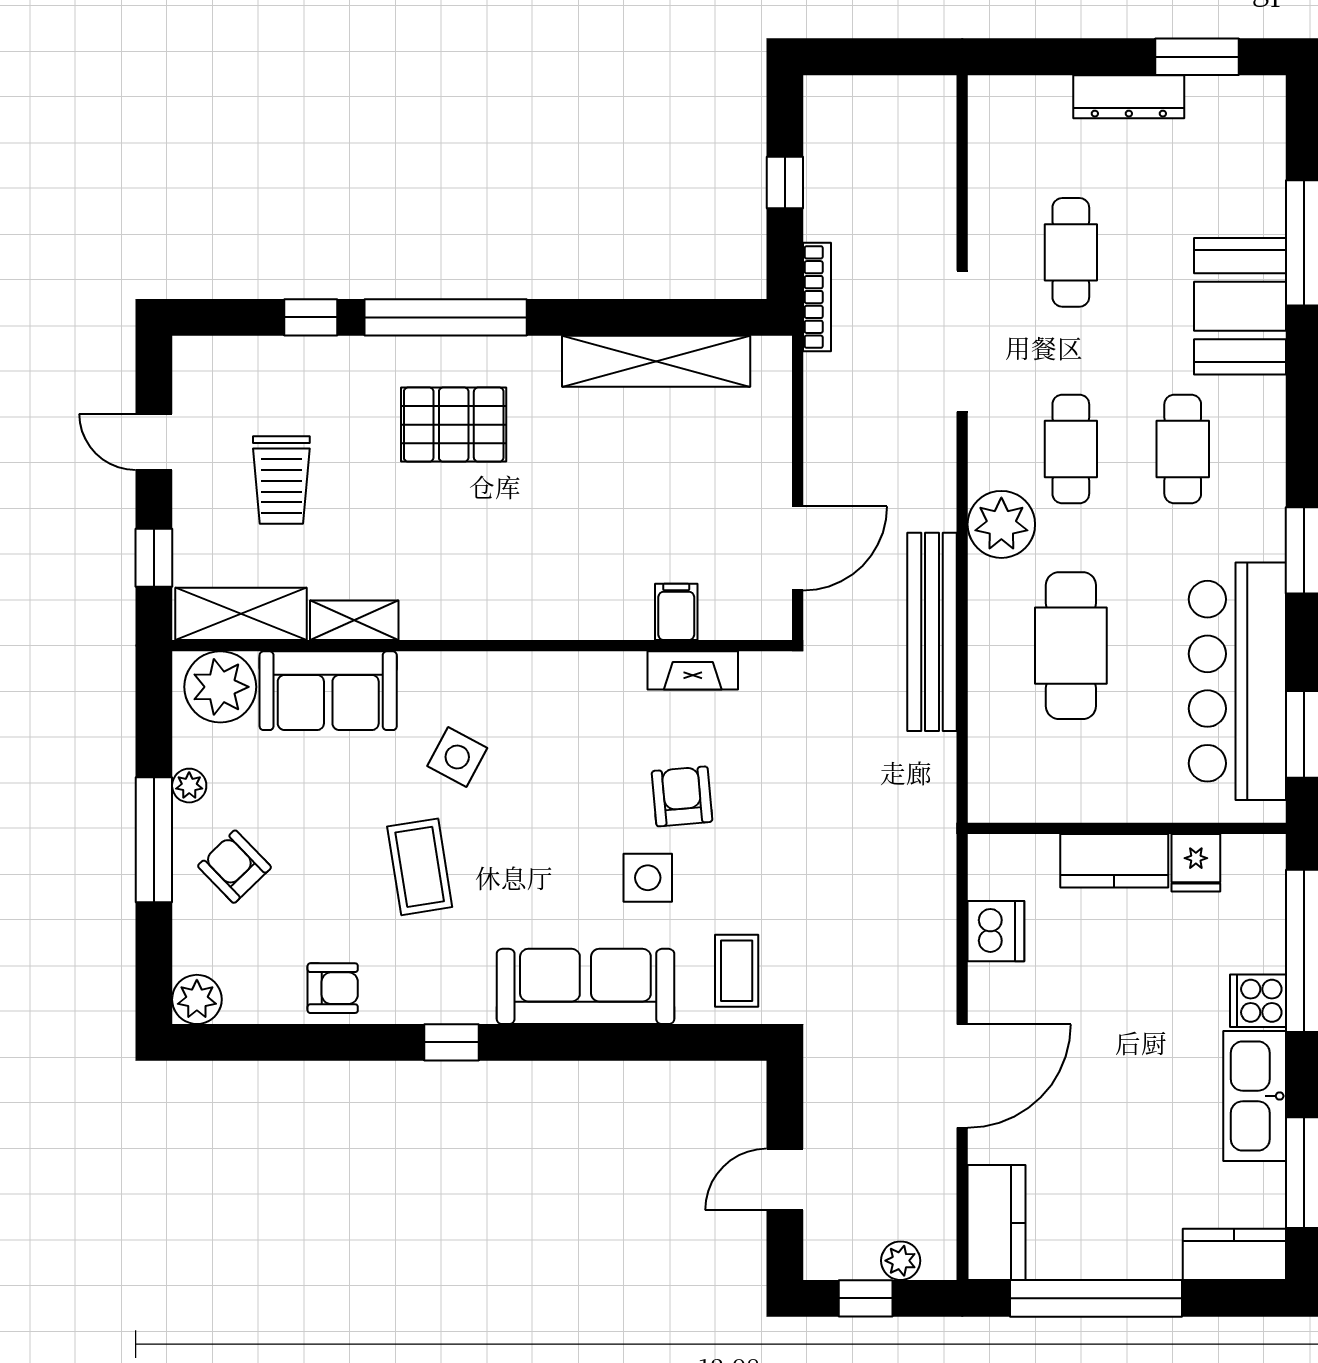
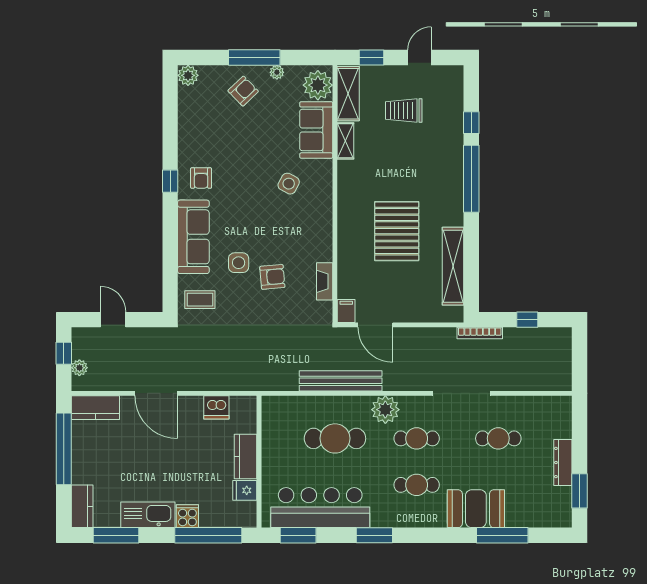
pallet: (454, 425) -> (397, 231), moved, width x1.37, depth x1.41
filing cabinet: (676, 612) -> (346, 311), moved, turned -90
coffee table: (420, 867) -> (243, 168), removed
armchair: (333, 988) -> (201, 178), moved

